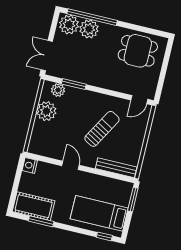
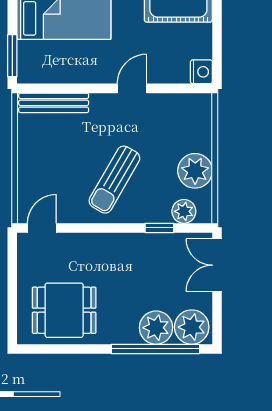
double door: (47, 56) -> (217, 265), swing flipped
window: (74, 84) -> (159, 228), width x0.67
sun lounger: (102, 129) -> (114, 180), moved
door: (71, 165) -> (132, 88), swing flipped

